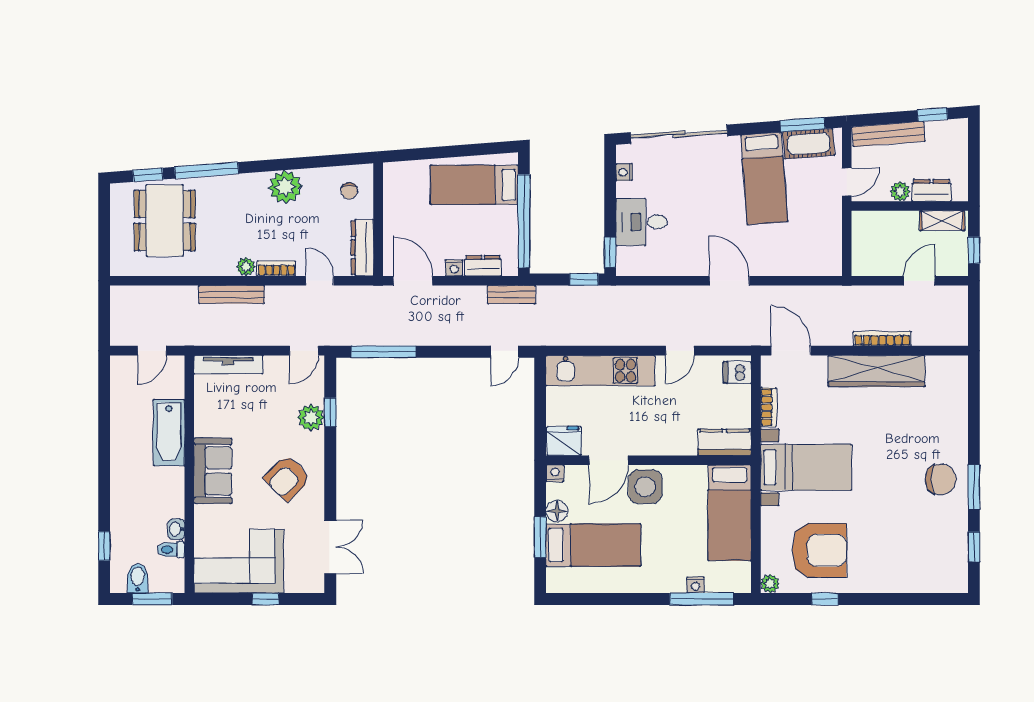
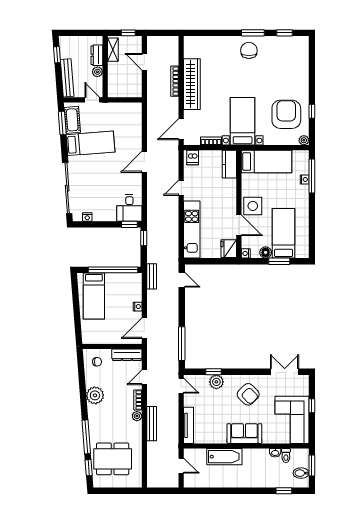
desk: (642, 222) -> (129, 208), moved
dresser: (483, 266) -> (136, 291), removed
door: (680, 351) -> (181, 188), swing flipped

